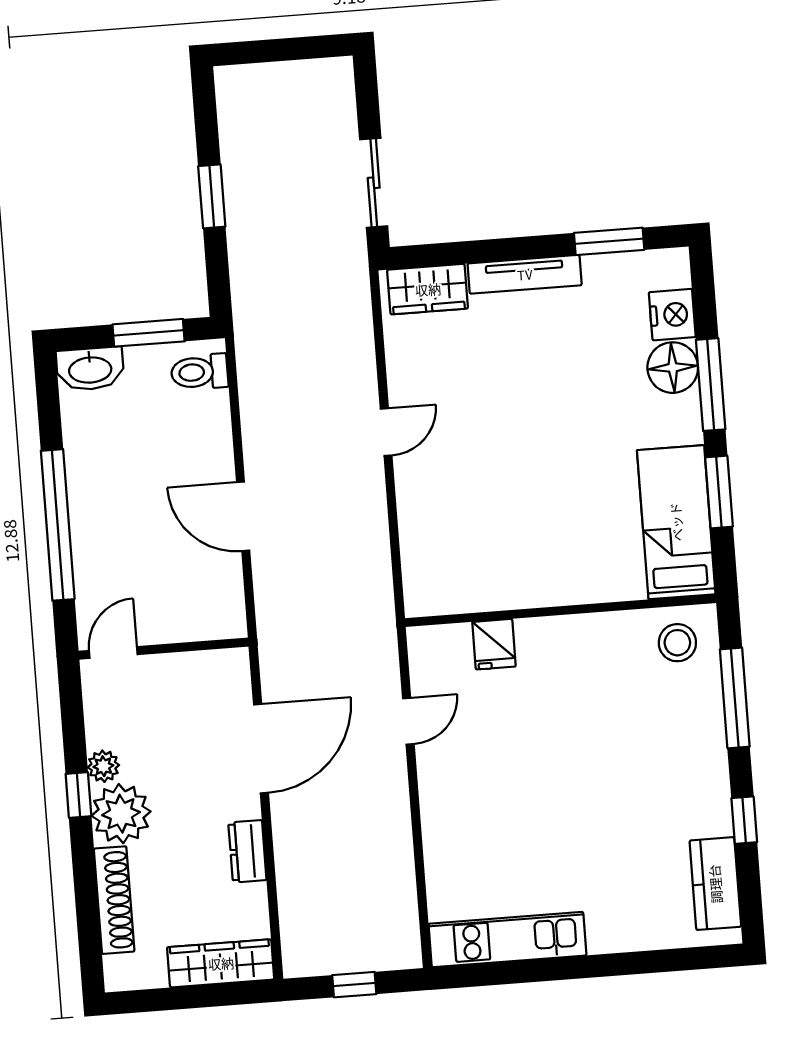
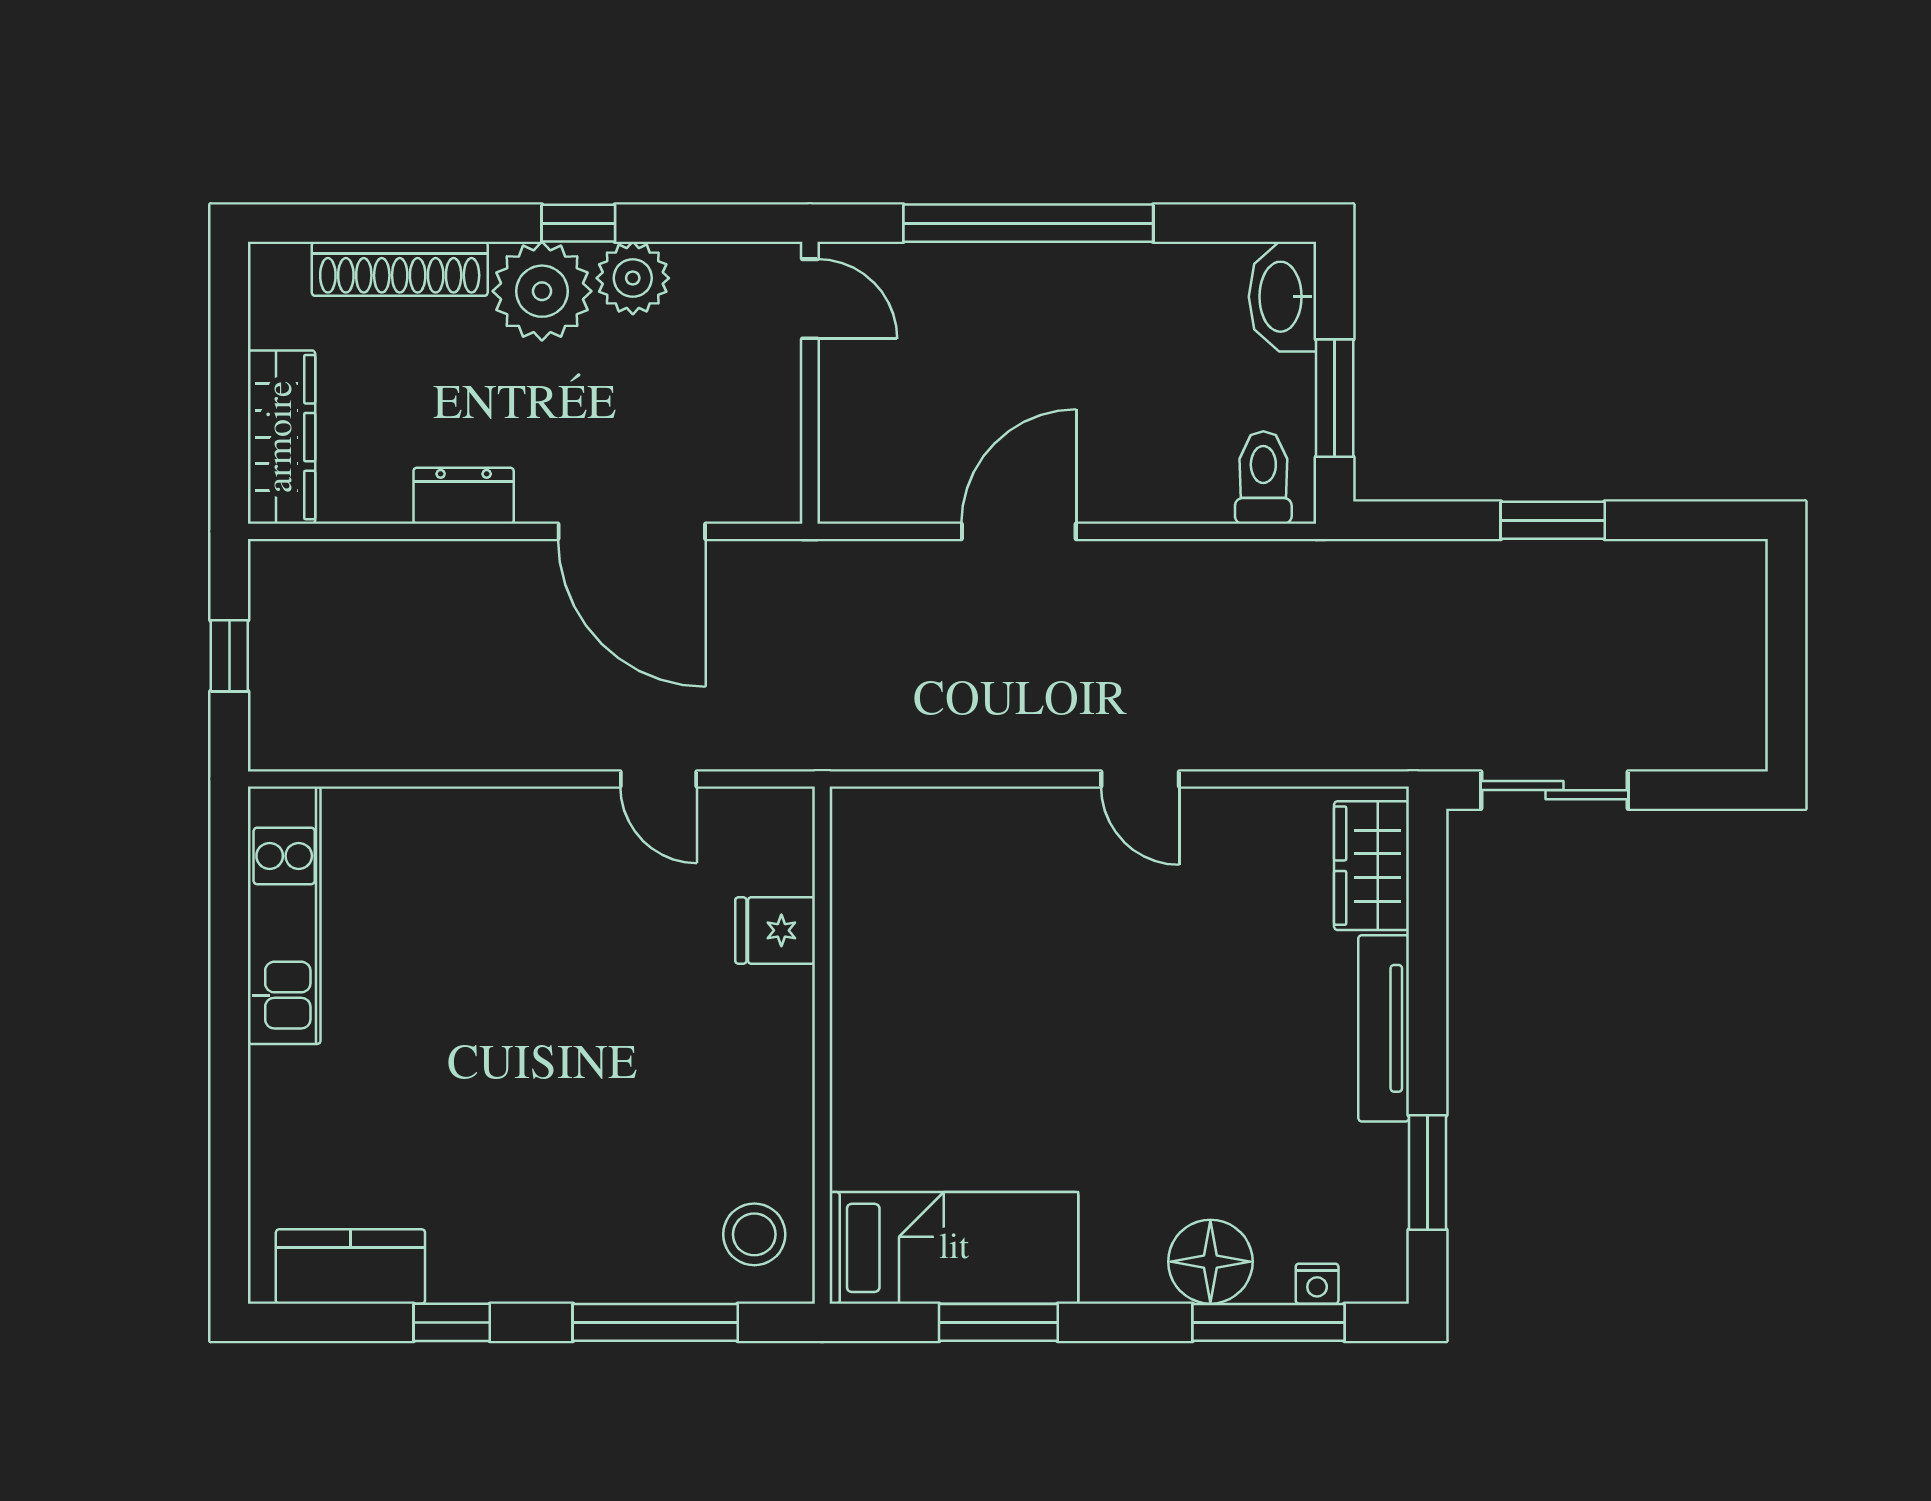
nightstand: (672, 315) -> (1317, 1284), width x0.53, depth x0.56
window: (711, 385) -> (1268, 1322), moved
plant: (103, 766) -> (633, 278), width x1.38, depth x1.38

